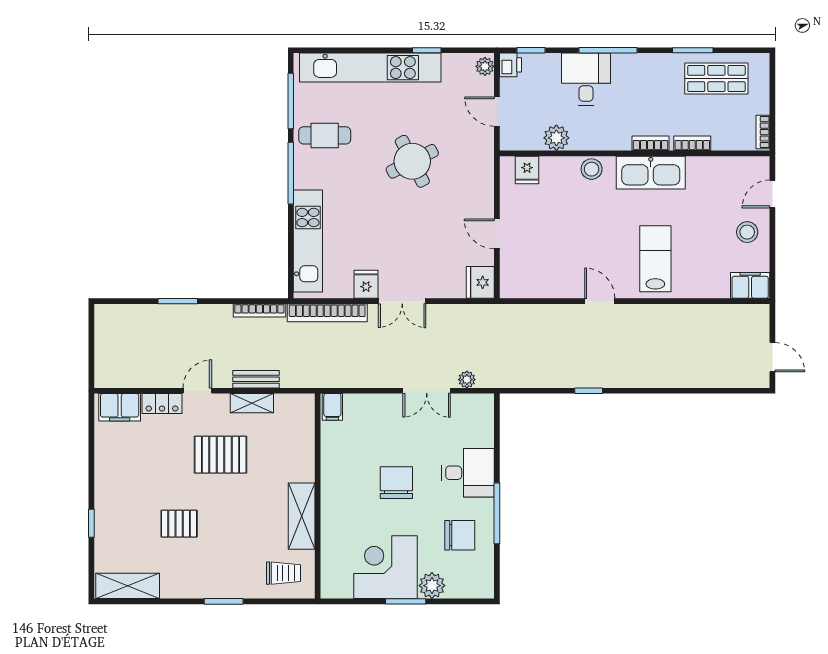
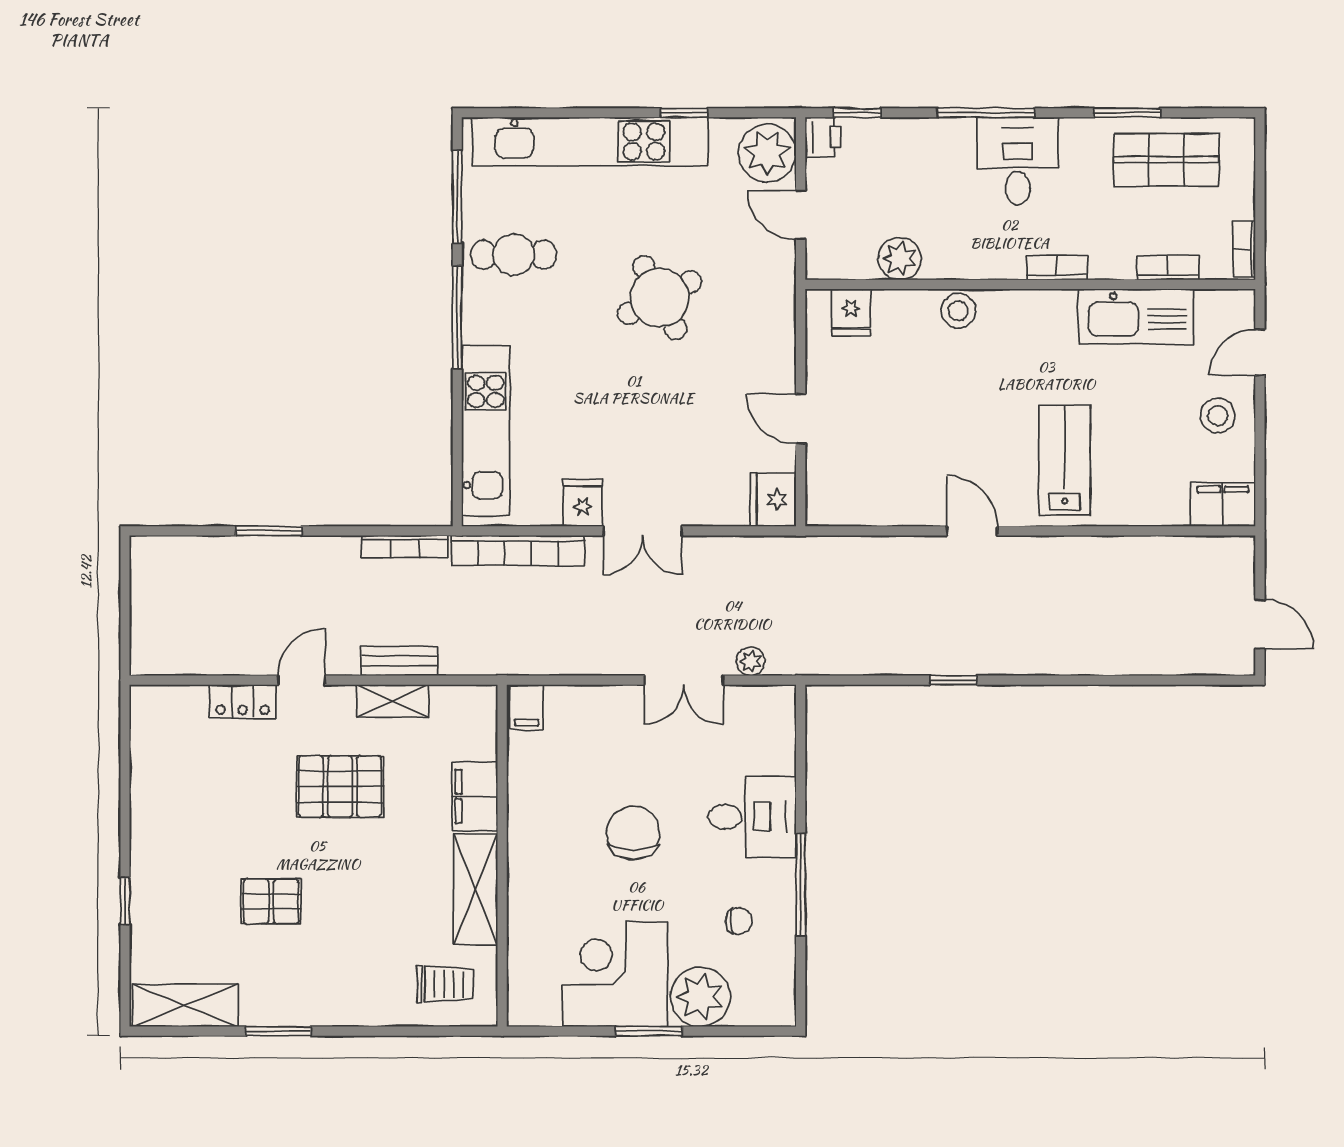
plant: (485, 66) -> (767, 153), width x1.88, depth x1.88
desk: (586, 79) -> (1018, 161), moved
bookcase: (692, 143) -> (1168, 268), moved
kitchen sink: (651, 173) -> (1136, 316), moved
filing cabinet: (120, 407) -> (475, 796), moved, turned 90
chair: (460, 535) -> (739, 921), width x0.54, depth x0.54
plant: (432, 586) -> (700, 997), width x1.36, depth x1.36
window: (224, 601) -> (278, 1031), moved

